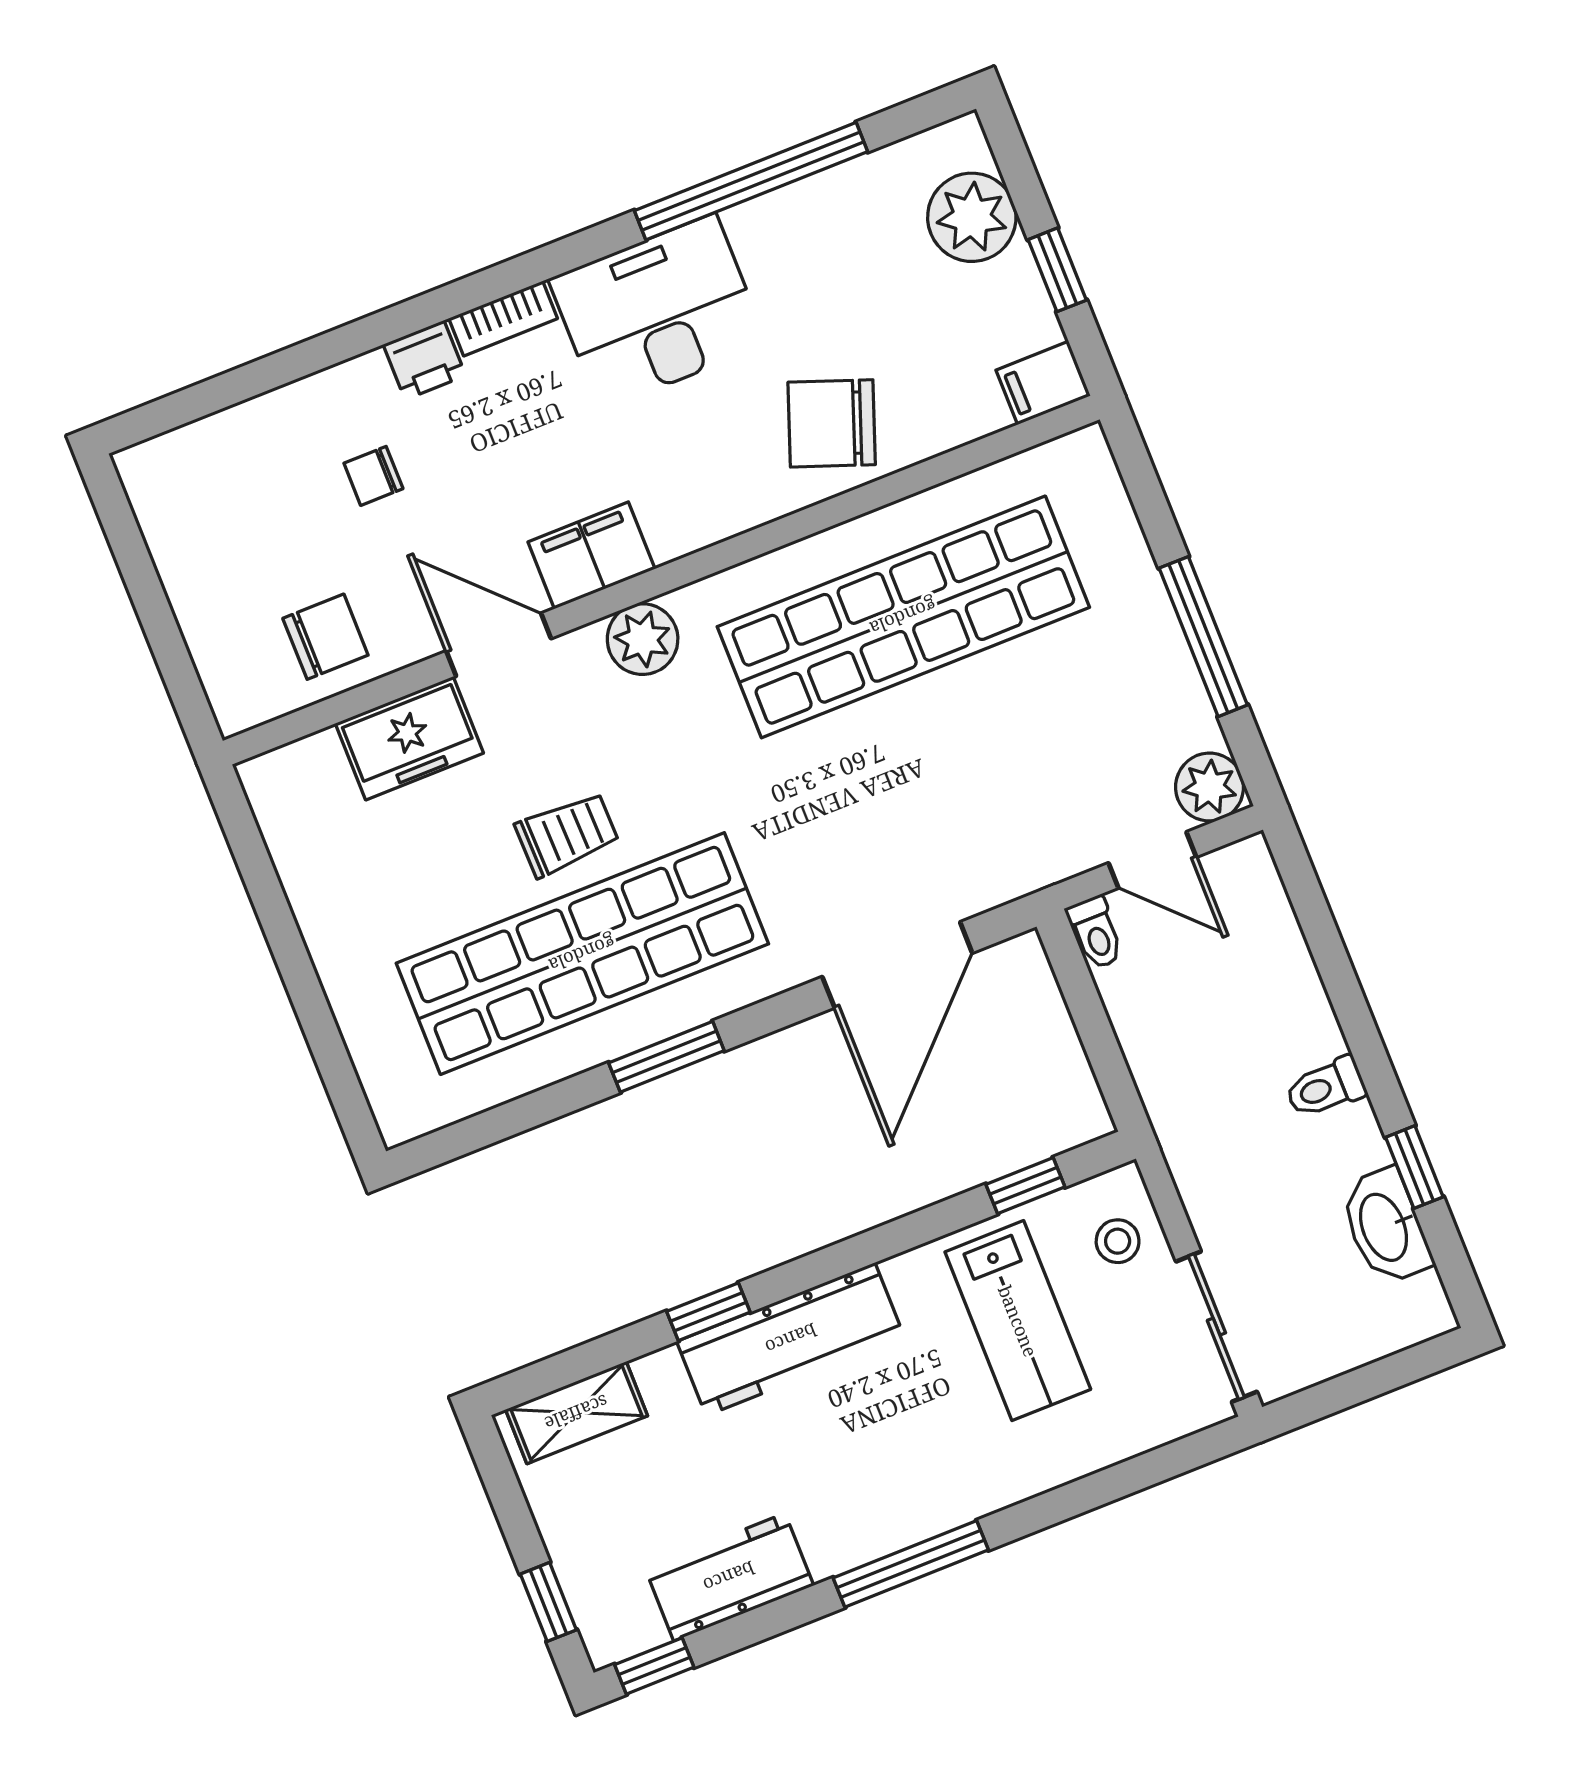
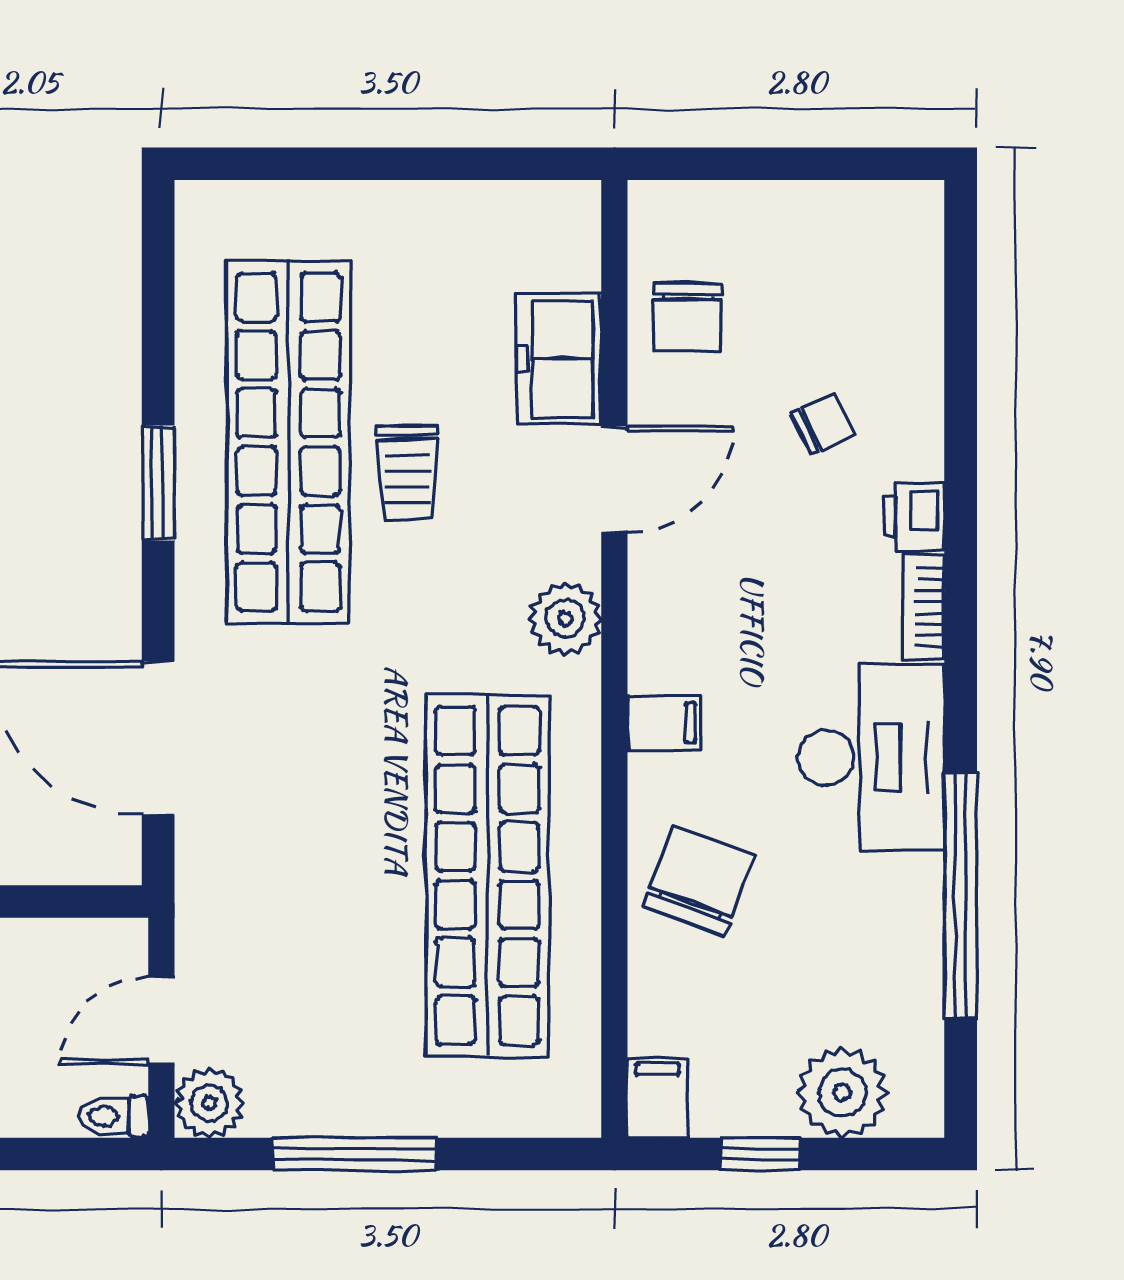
chair: (373, 476) -> (823, 424), turned 65
filing cabinet: (591, 555) -> (664, 723), moved, width x0.50
toilet: (1096, 933) -> (114, 1116), moved

